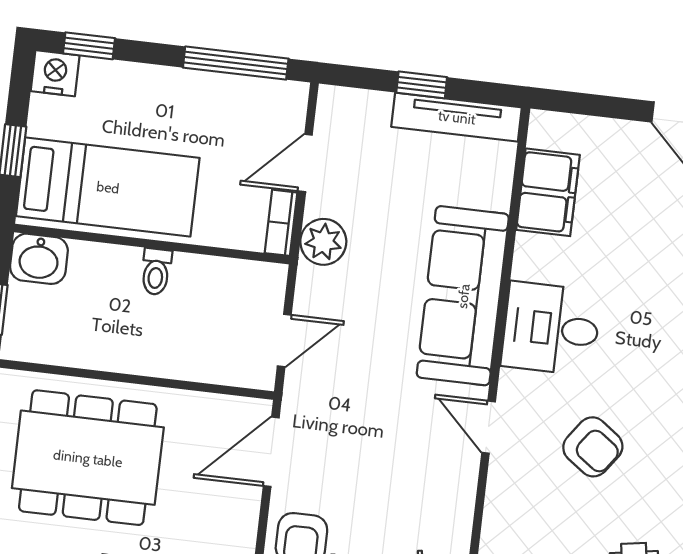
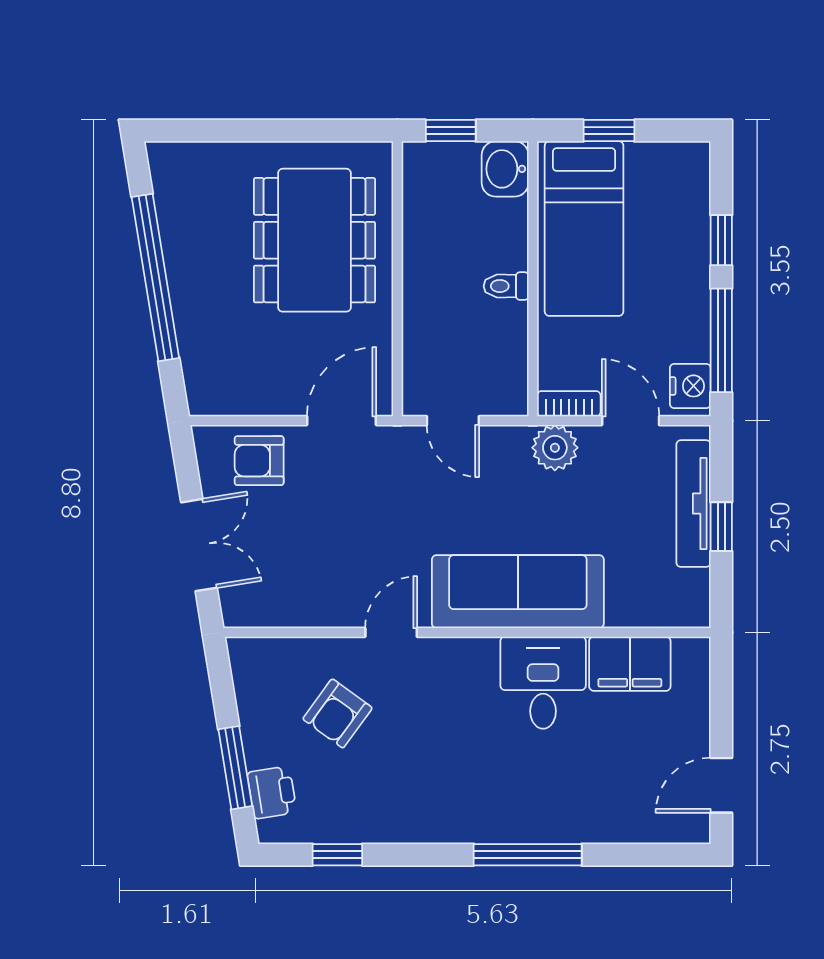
window: (89, 46) -> (721, 240), moved
nightstand: (55, 73) -> (690, 386), moved
tv unit: (457, 117) -> (693, 504), moved
desk: (551, 329) -> (543, 683), moved
armchair: (593, 447) -> (338, 713), moved
door: (271, 452) -> (342, 421), hinge flipped

